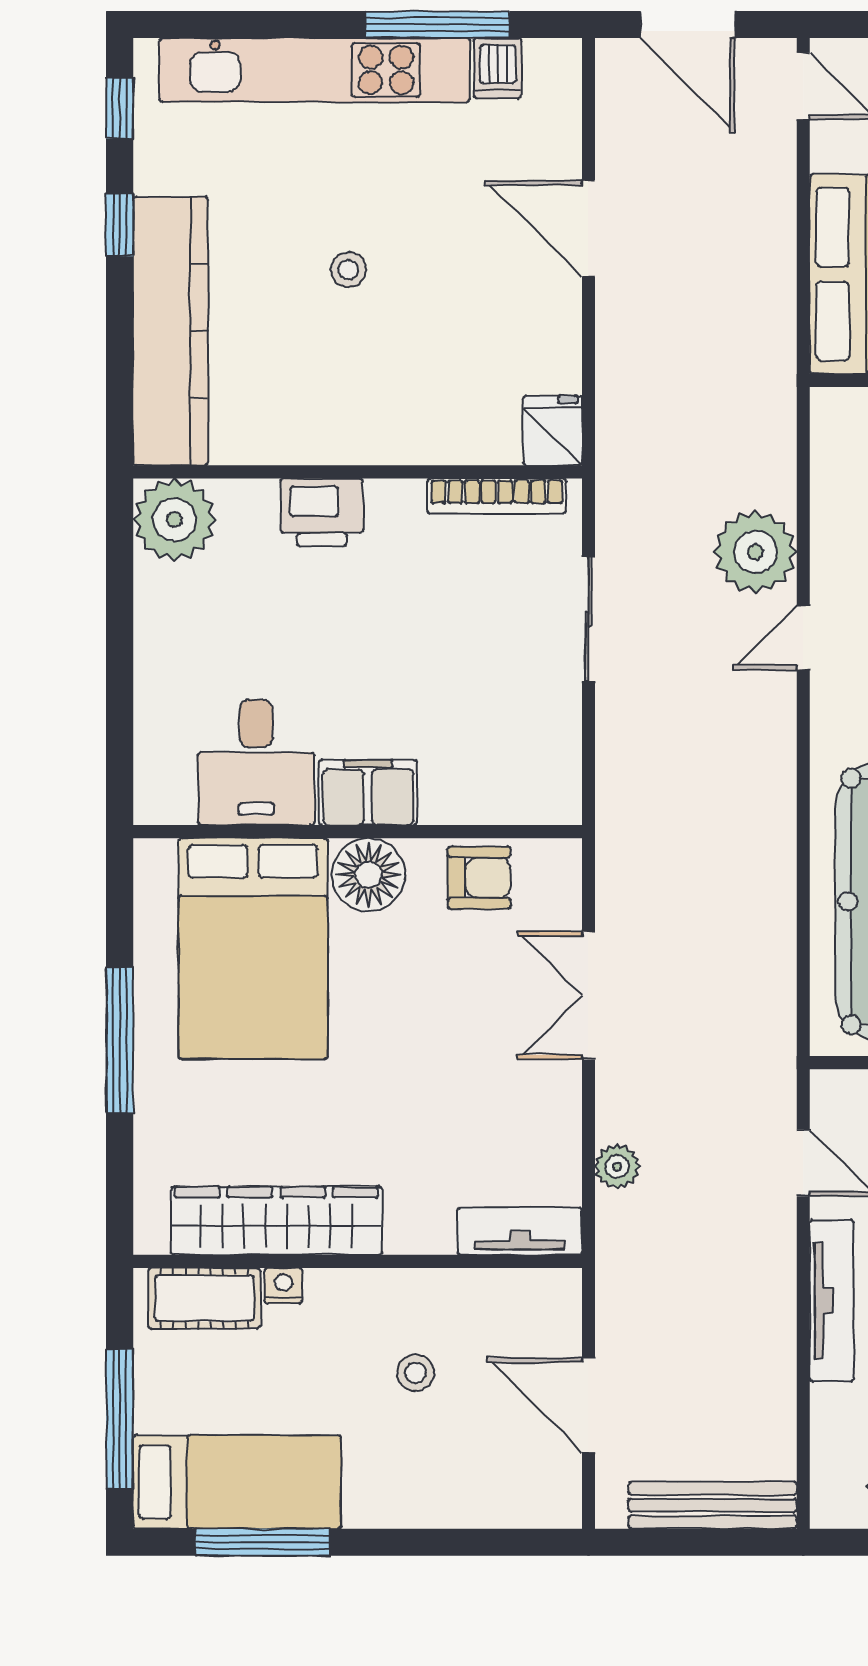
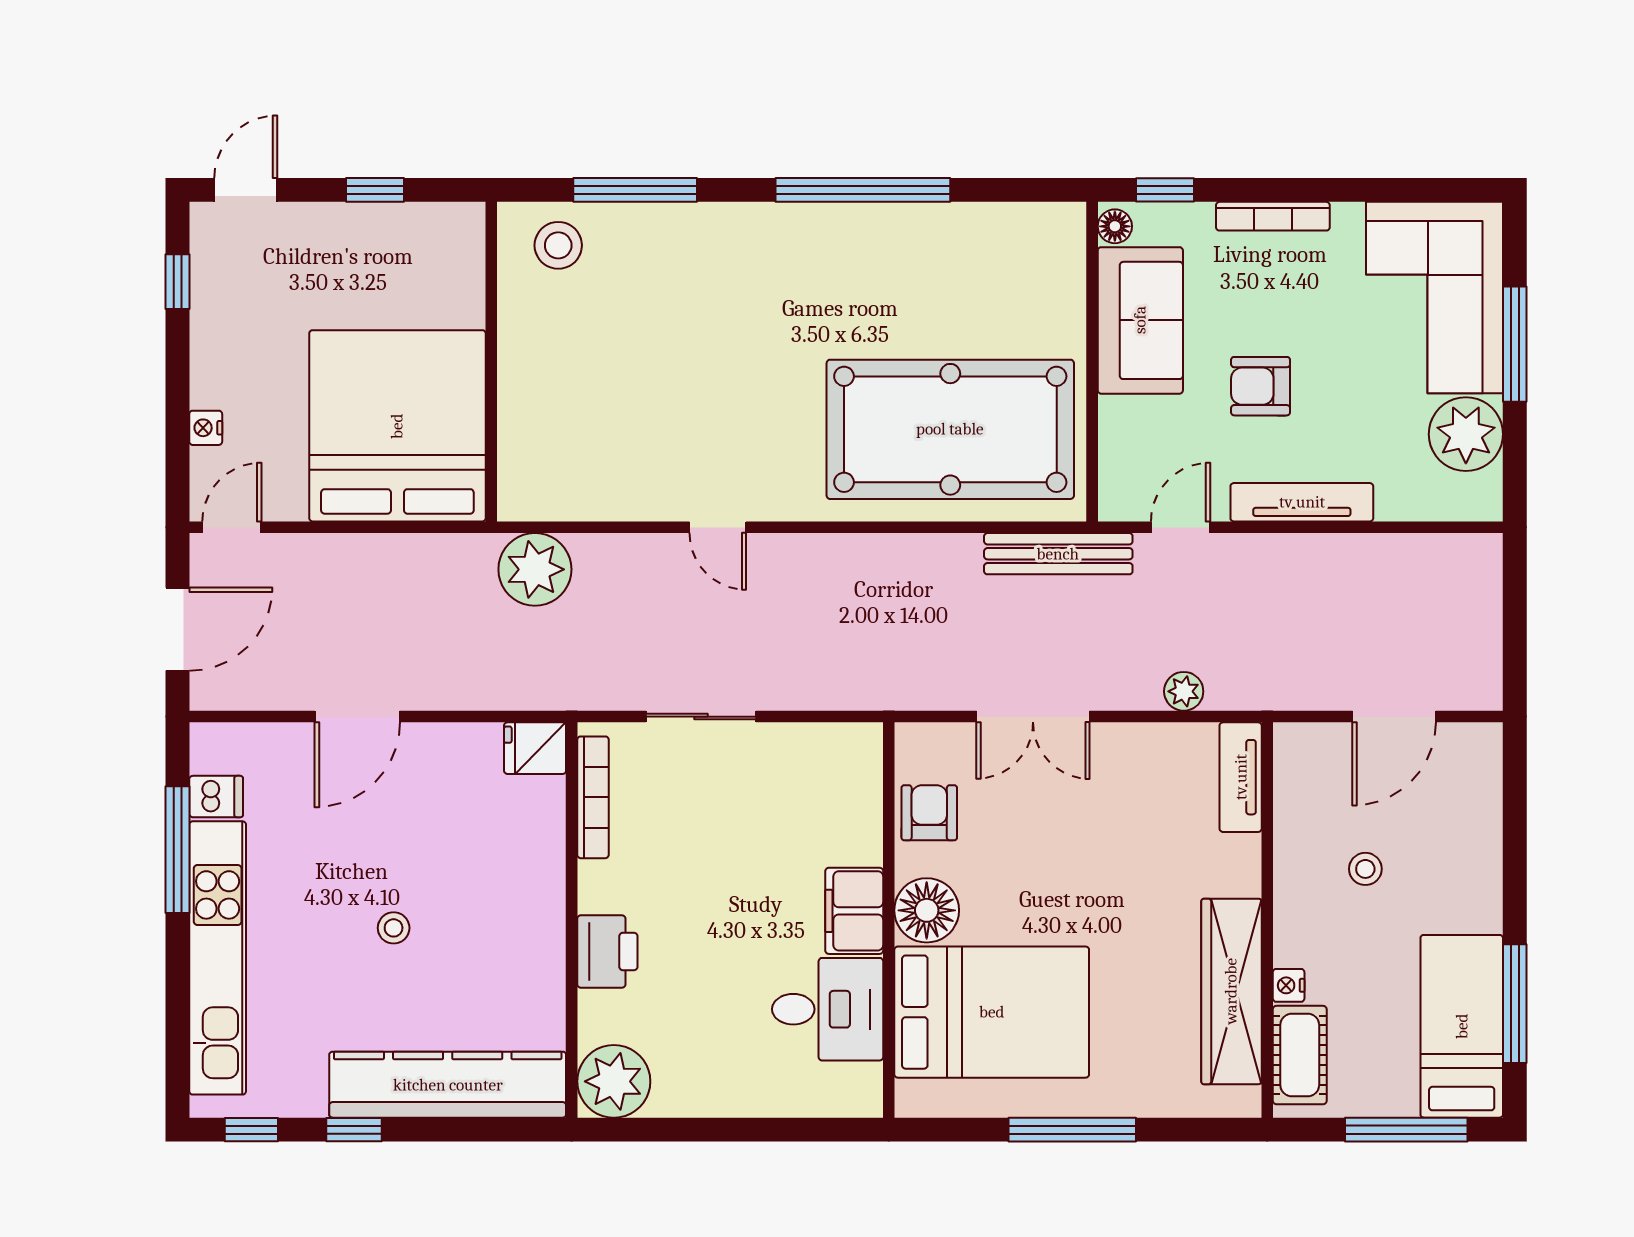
plant: (755, 552) -> (535, 569), moved
bench: (713, 1505) -> (1058, 554), moved, turned 90

